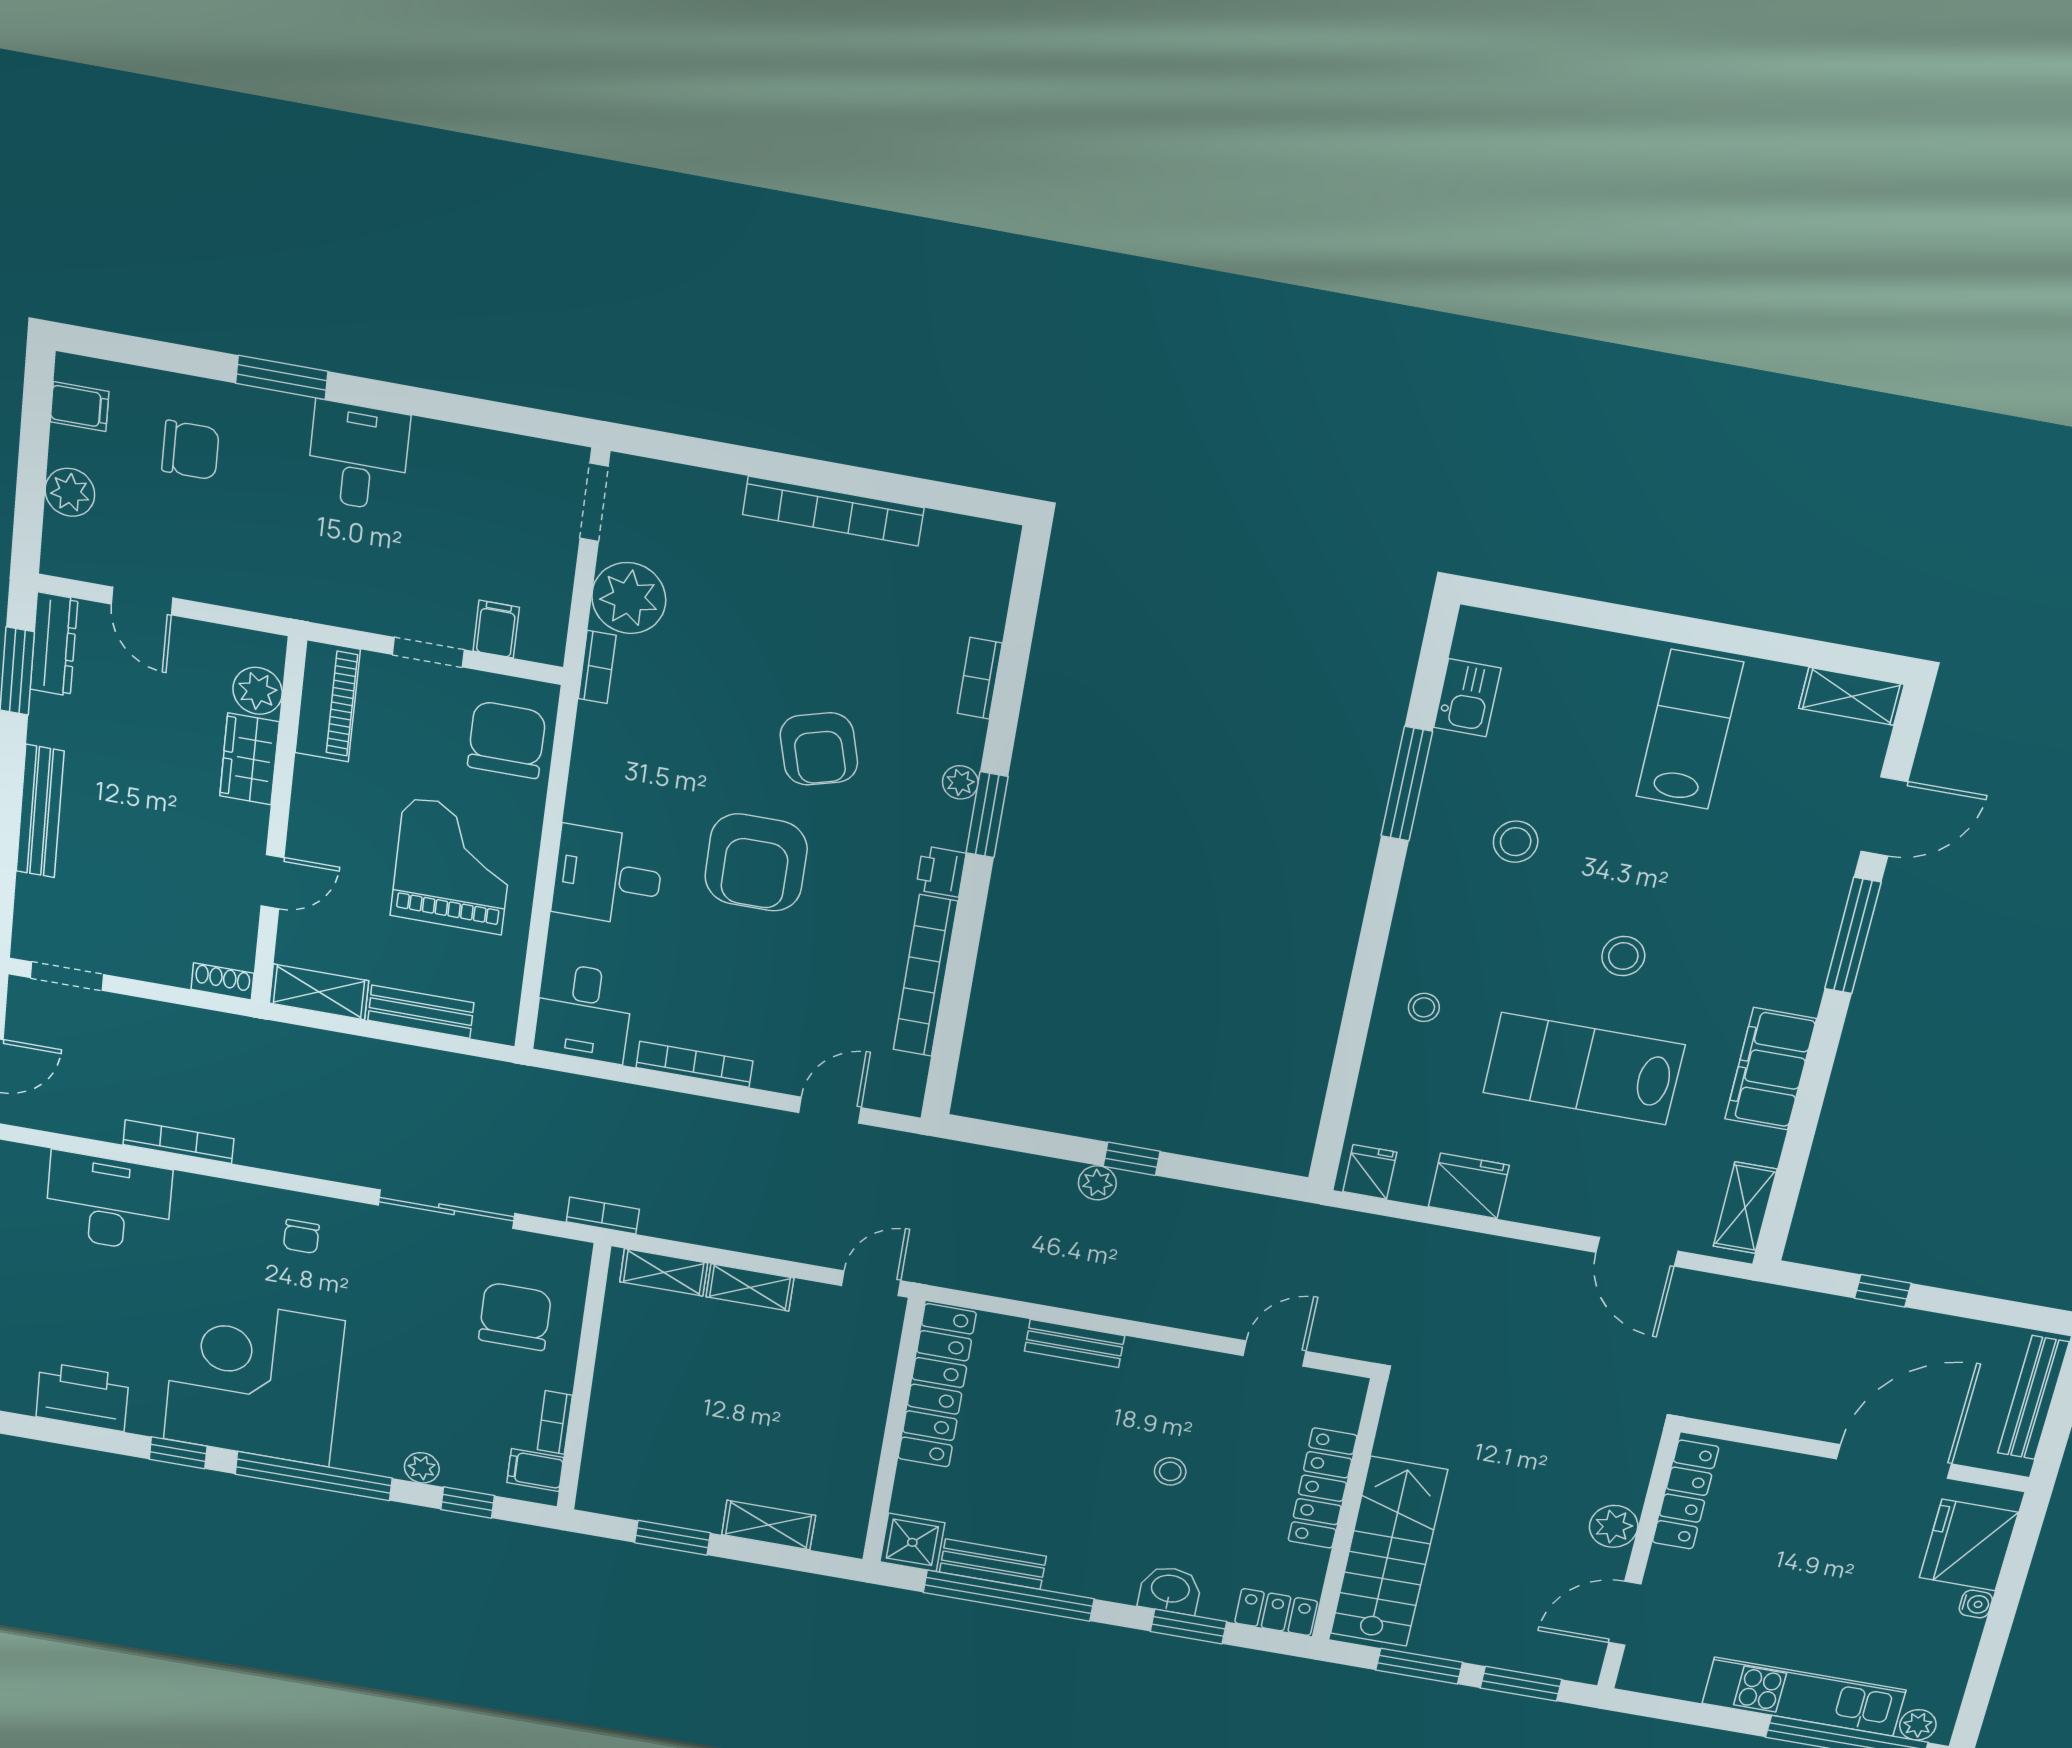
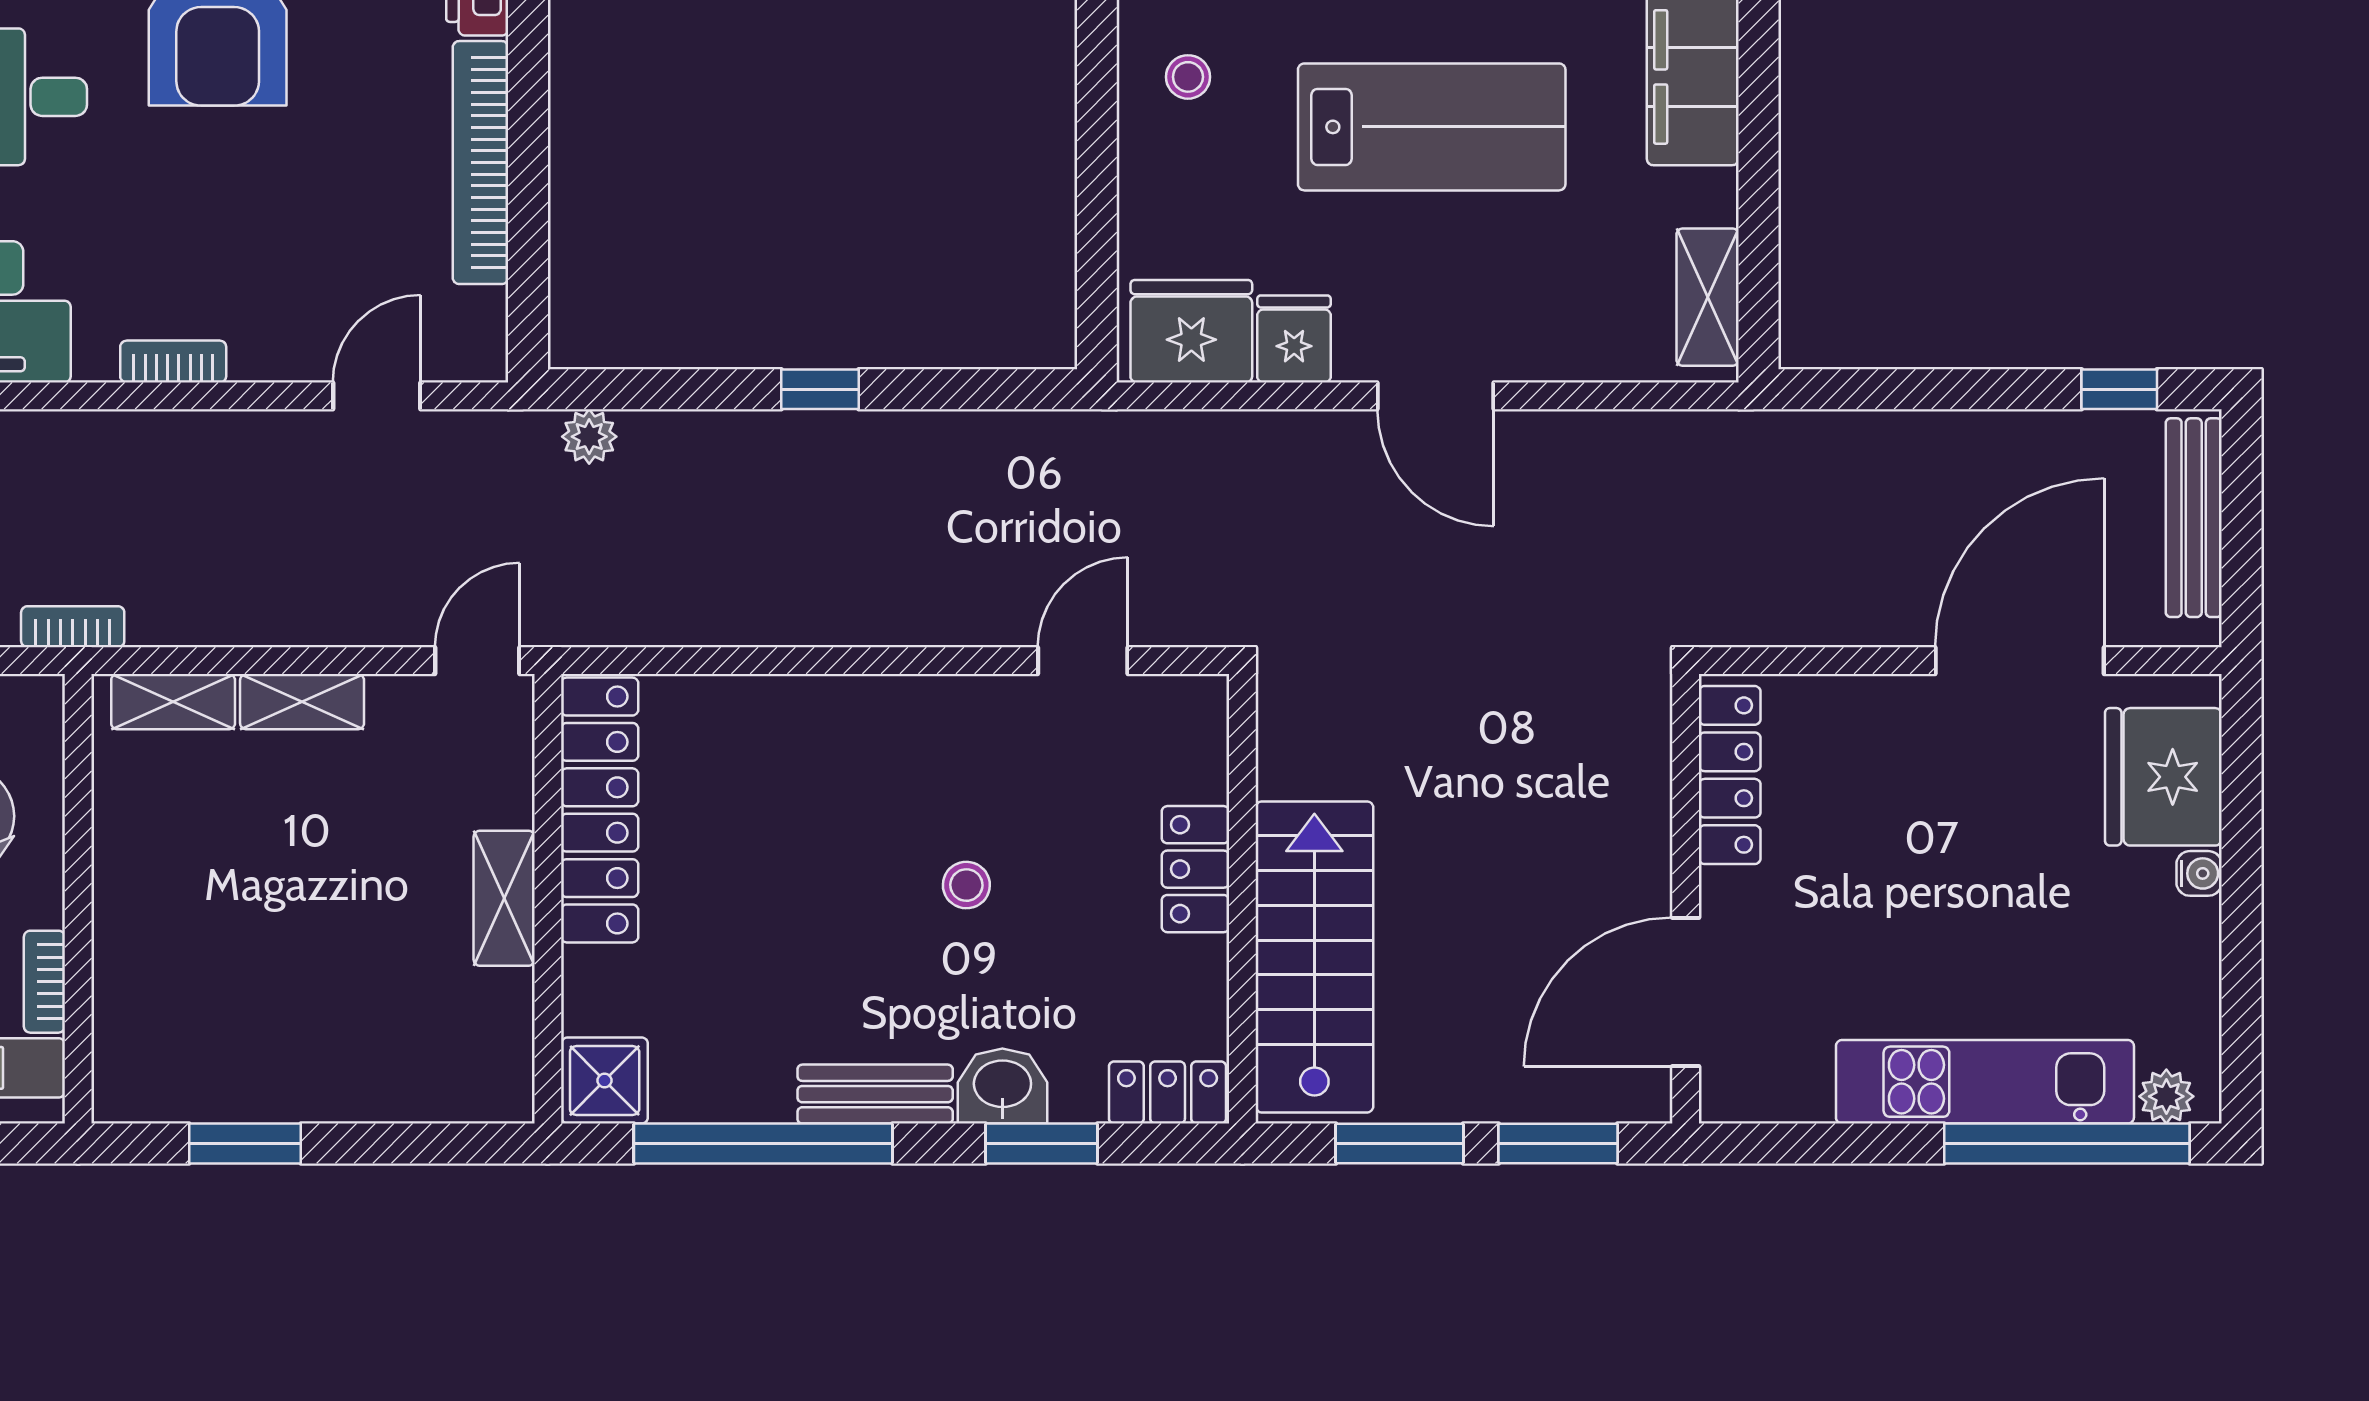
bookcase: (694, 1064) -> (173, 362), width x0.64
lab bench: (1584, 1069) -> (1432, 127), turned 180
fridge: (1370, 1172) -> (1191, 331), width x1.88, depth x1.34
plant: (1097, 1183) -> (589, 437), moved
fridge: (1469, 1186) -> (1294, 339), width x0.72
door: (1637, 1252) -> (1436, 396), moved
window: (1883, 1291) -> (2119, 389), moved
bench: (1075, 1343) -> (789, 701), removed
locker: (1322, 1488) -> (1196, 869), width x0.66
shelving: (769, 1525) -> (504, 898), moved, turned 90
plant: (1614, 1526) -> (1637, 848), removed
bench: (993, 1564) -> (875, 1094), moved
door: (1625, 1613) -> (1686, 992), width x1.36

